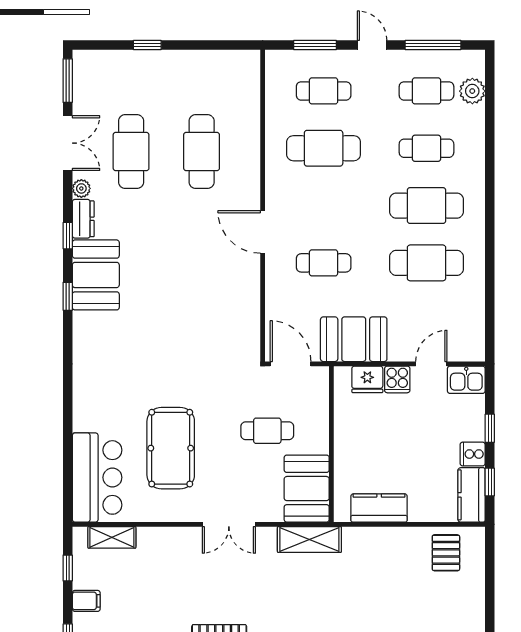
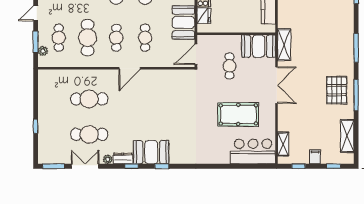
plant: (297, 59) -> (43, 51), added
cafe table: (324, 206) -> (116, 38), added
double door: (229, 524) -> (277, 85), width x1.37

